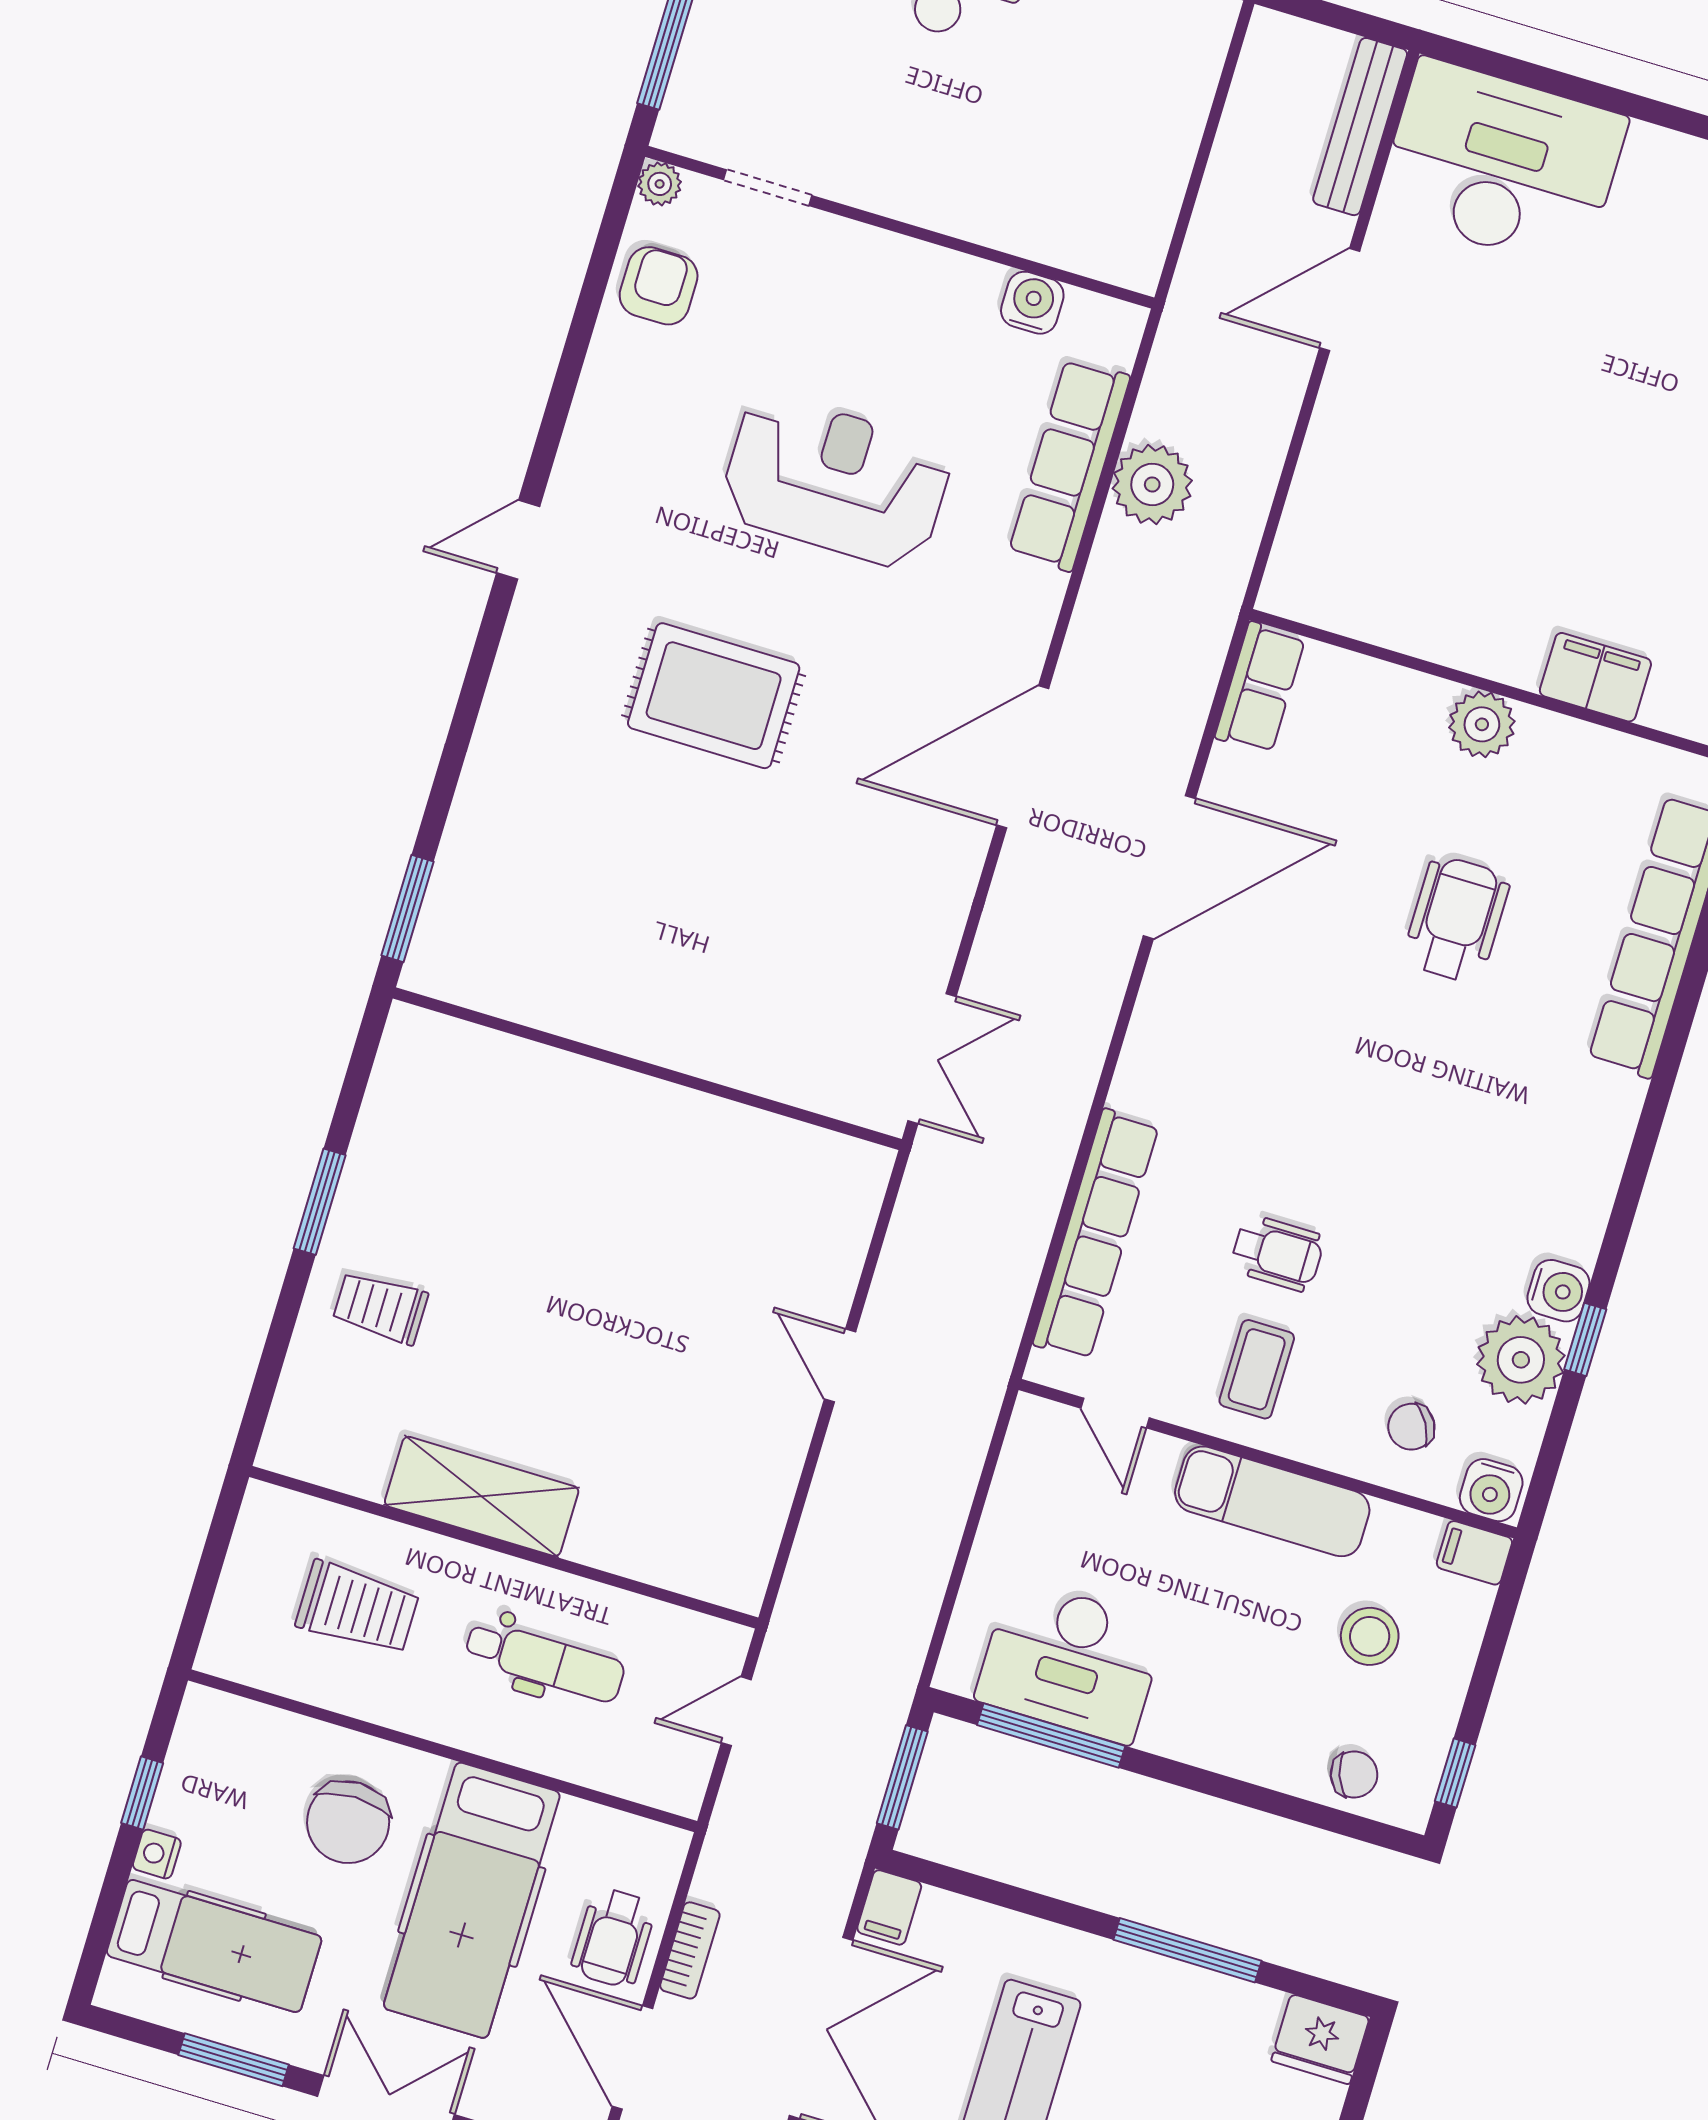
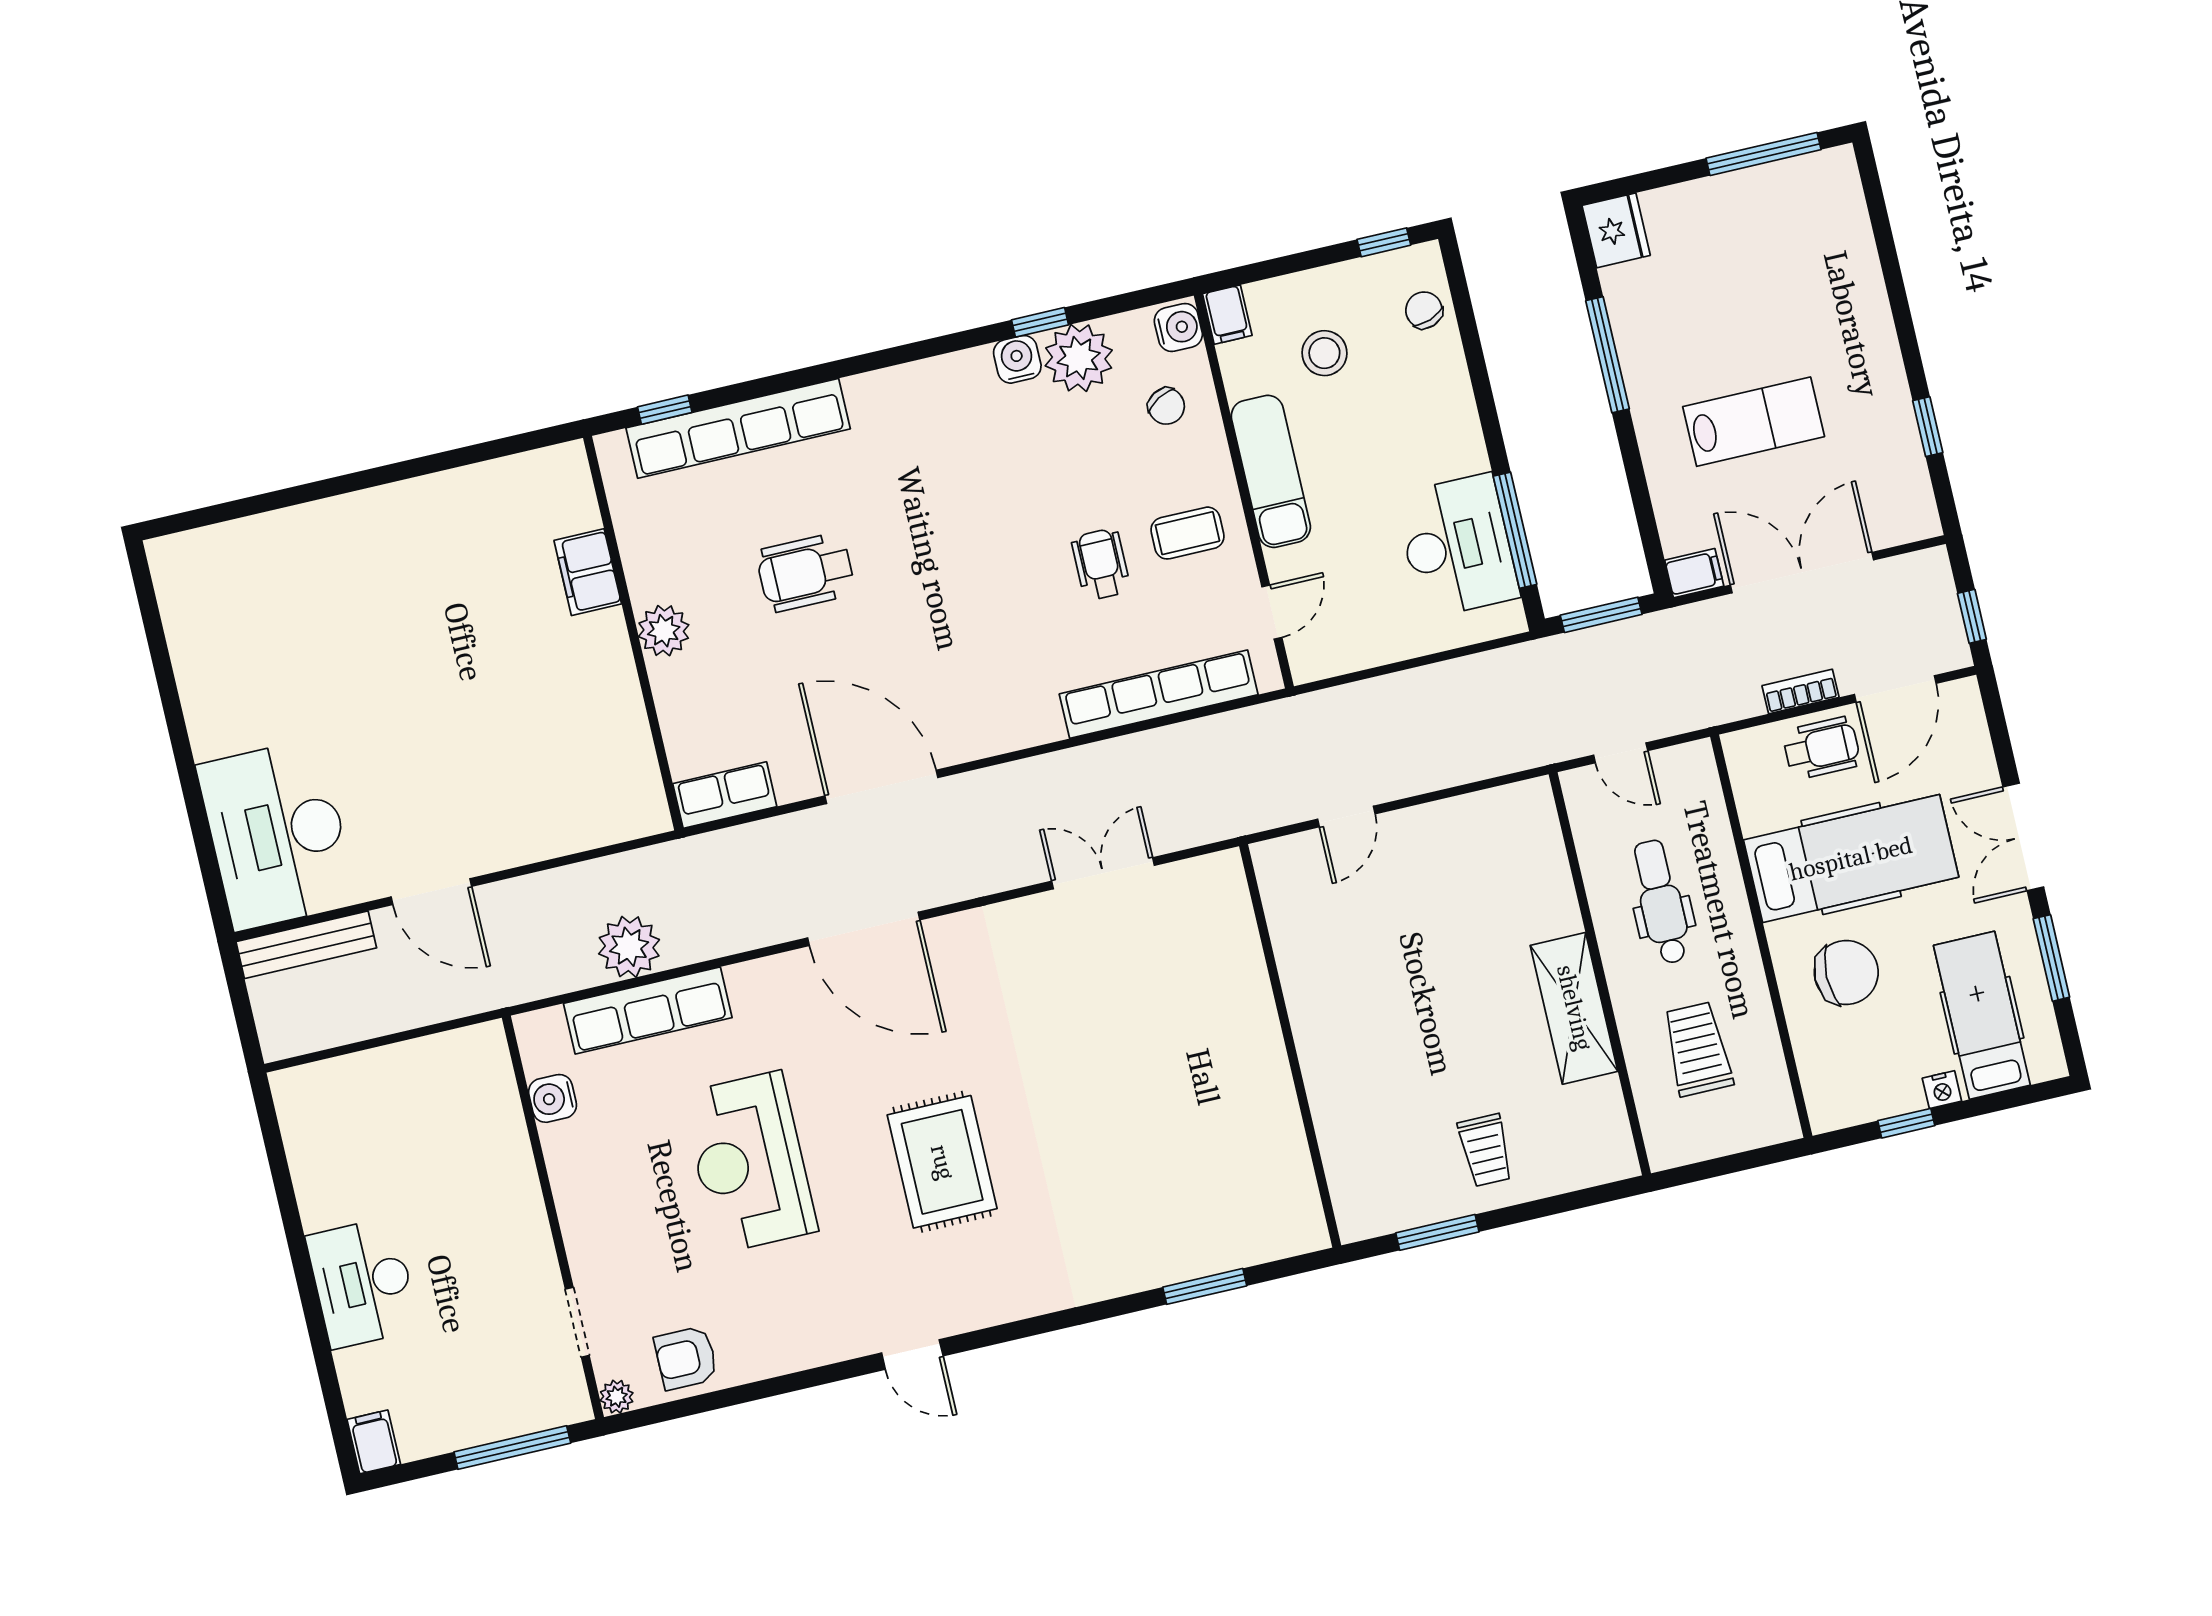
wall: (647, 1069) -> (1290, 1046), moved

